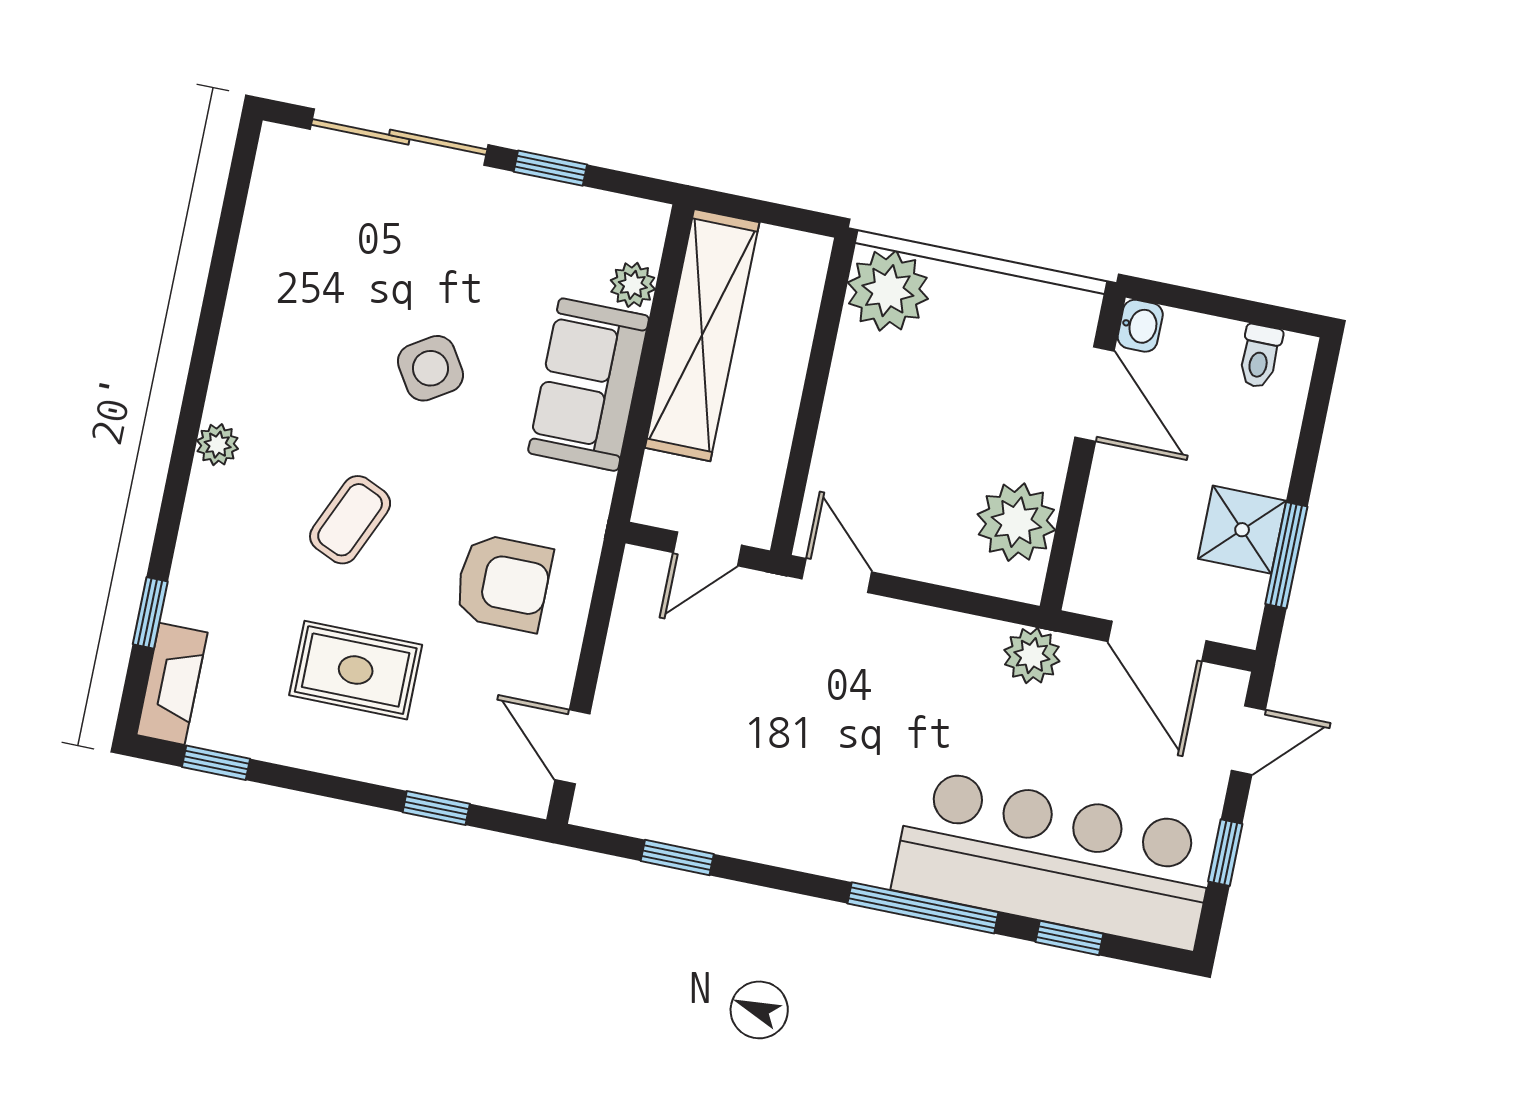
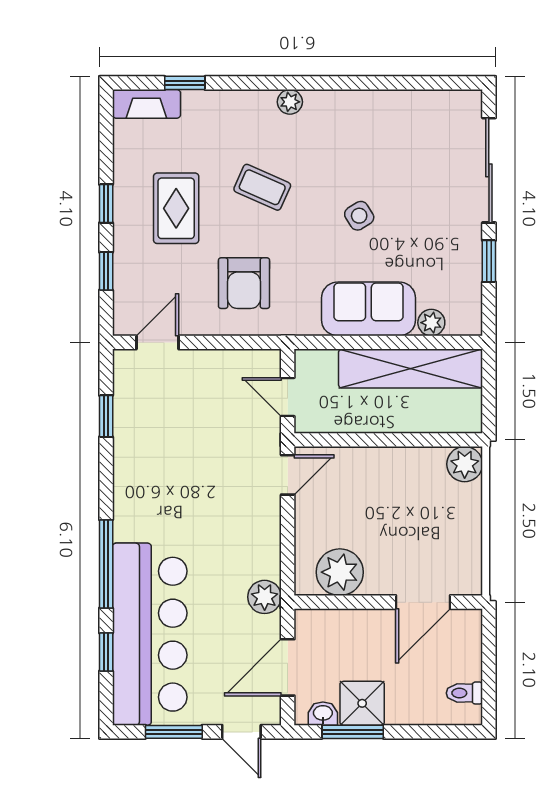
plant: (888, 291) -> (465, 464), width x0.73, depth x0.73
washbasin: (1140, 326) -> (323, 714), moved, turned 180
side table: (430, 368) -> (359, 216), width x0.73, depth x0.73
window: (216, 763) -> (106, 204), moved
window: (1225, 853) -> (174, 732), width x1.50

